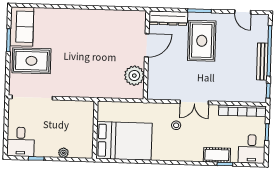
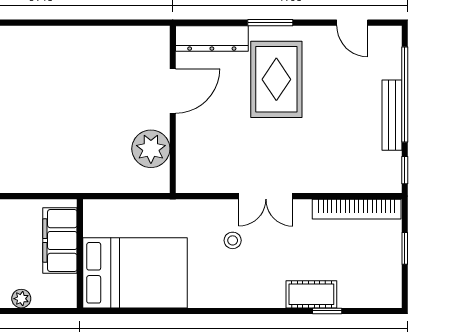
filing cabinet: (85, 123) -> (60, 241), added
desk: (252, 149) -> (377, 281), removed

